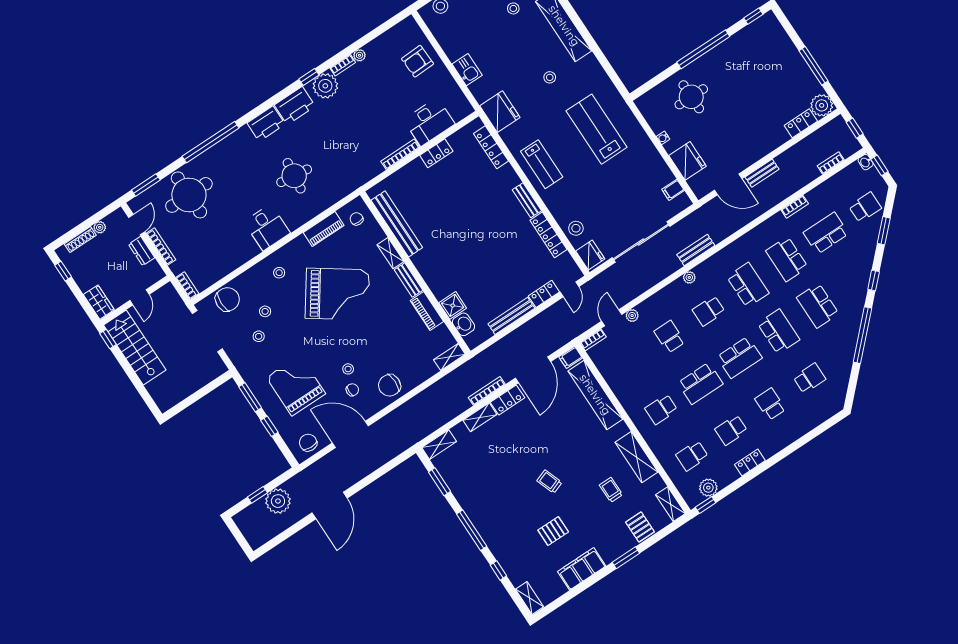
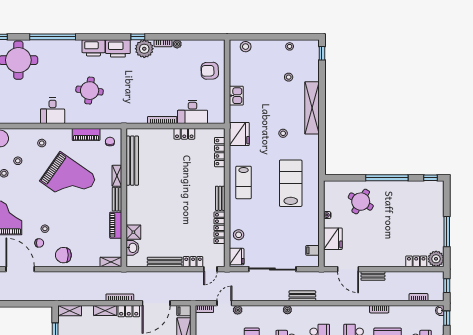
round table: (691, 97) -> (361, 202), turned 30

